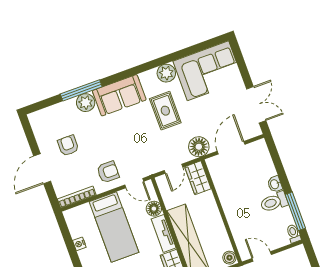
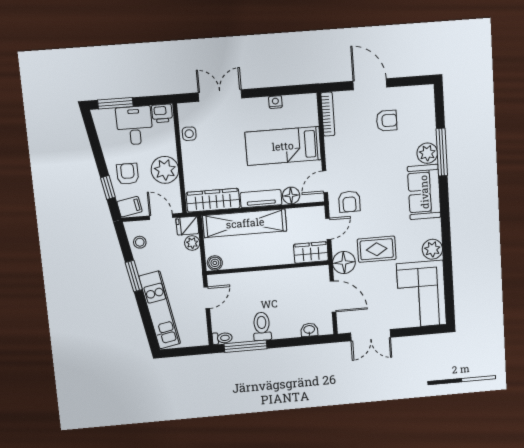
rug: (165, 111) -> (377, 249), moved
door: (173, 169) -> (328, 229), swing flipped
armchair: (108, 172) -> (349, 202), moved
washbasin: (275, 184) -> (309, 330), moved

